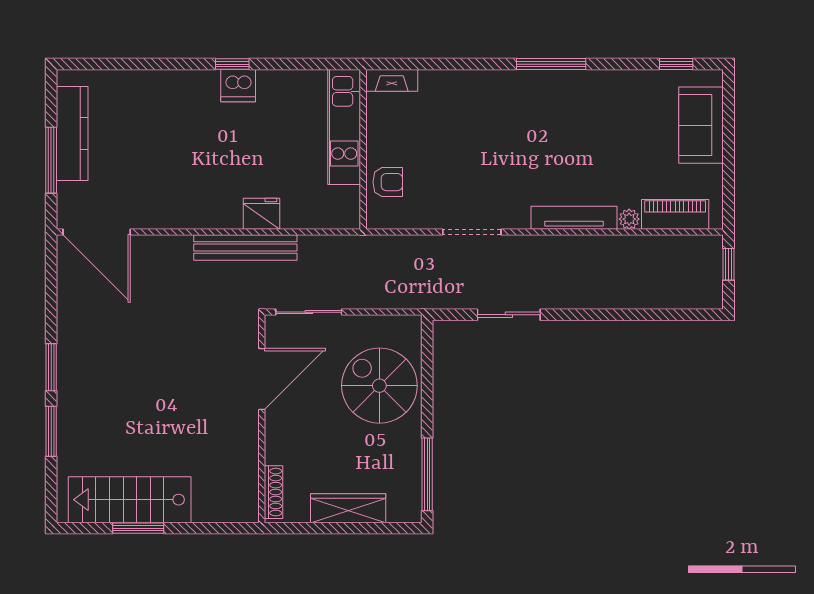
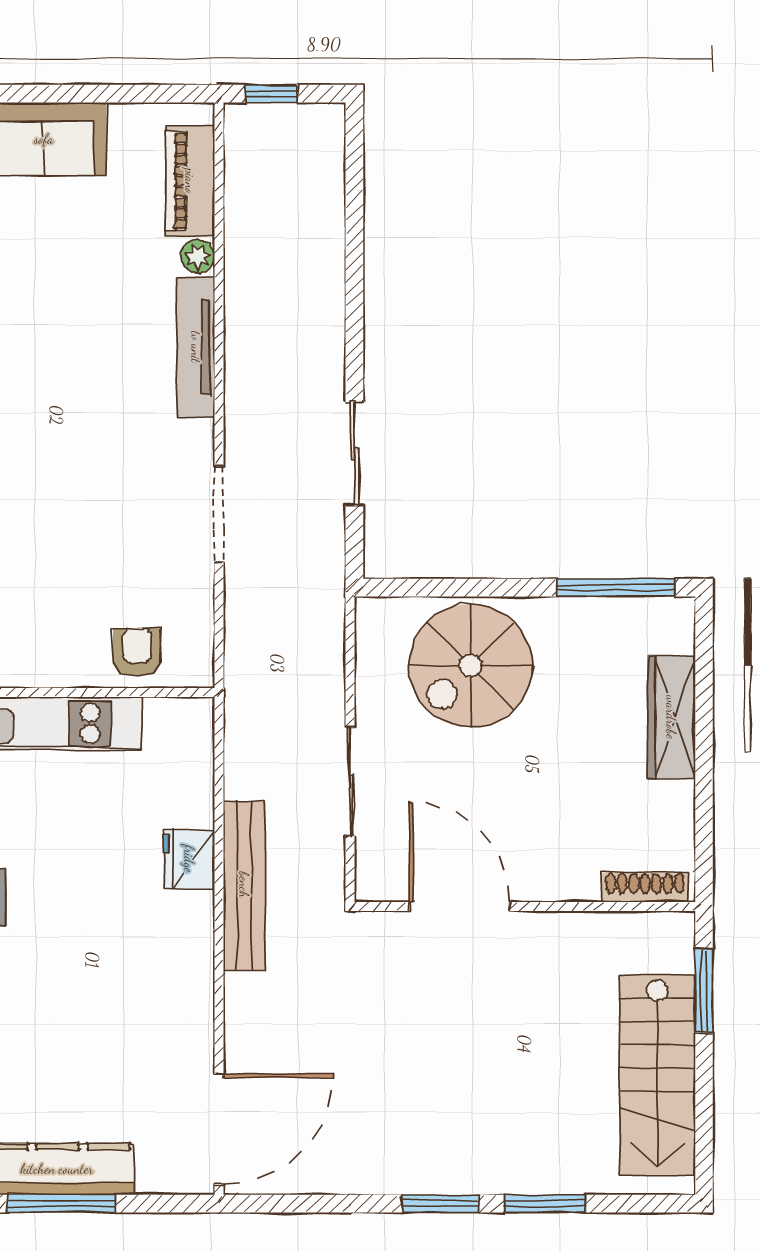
window: (51, 160) -> (61, 1204), moved
door: (262, 379) -> (460, 907), moved
wall: (262, 419) -> (525, 907), moved
shoe rack: (273, 492) -> (645, 887), moved
window: (138, 528) -> (704, 991), moved

